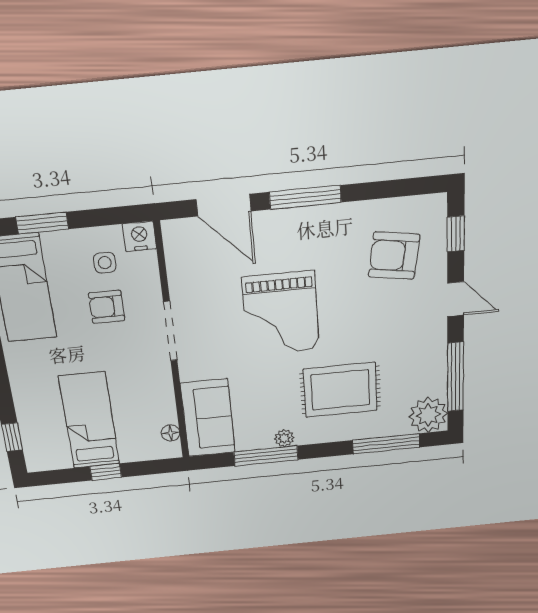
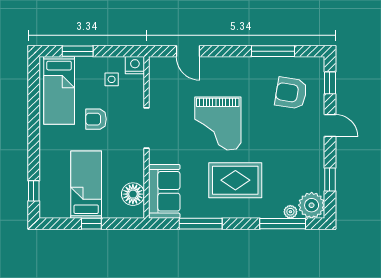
window: (305, 197) -> (273, 51), moved
door: (224, 205) -> (188, 51), width x0.73
armchair: (107, 307) -> (96, 119), moved
window: (455, 377) -> (330, 179), width x0.46
rug: (340, 390) -> (235, 180), moved
floor lamp: (171, 433) -> (133, 194), width x1.89, depth x1.89
plant: (284, 438) -> (290, 212), moved

